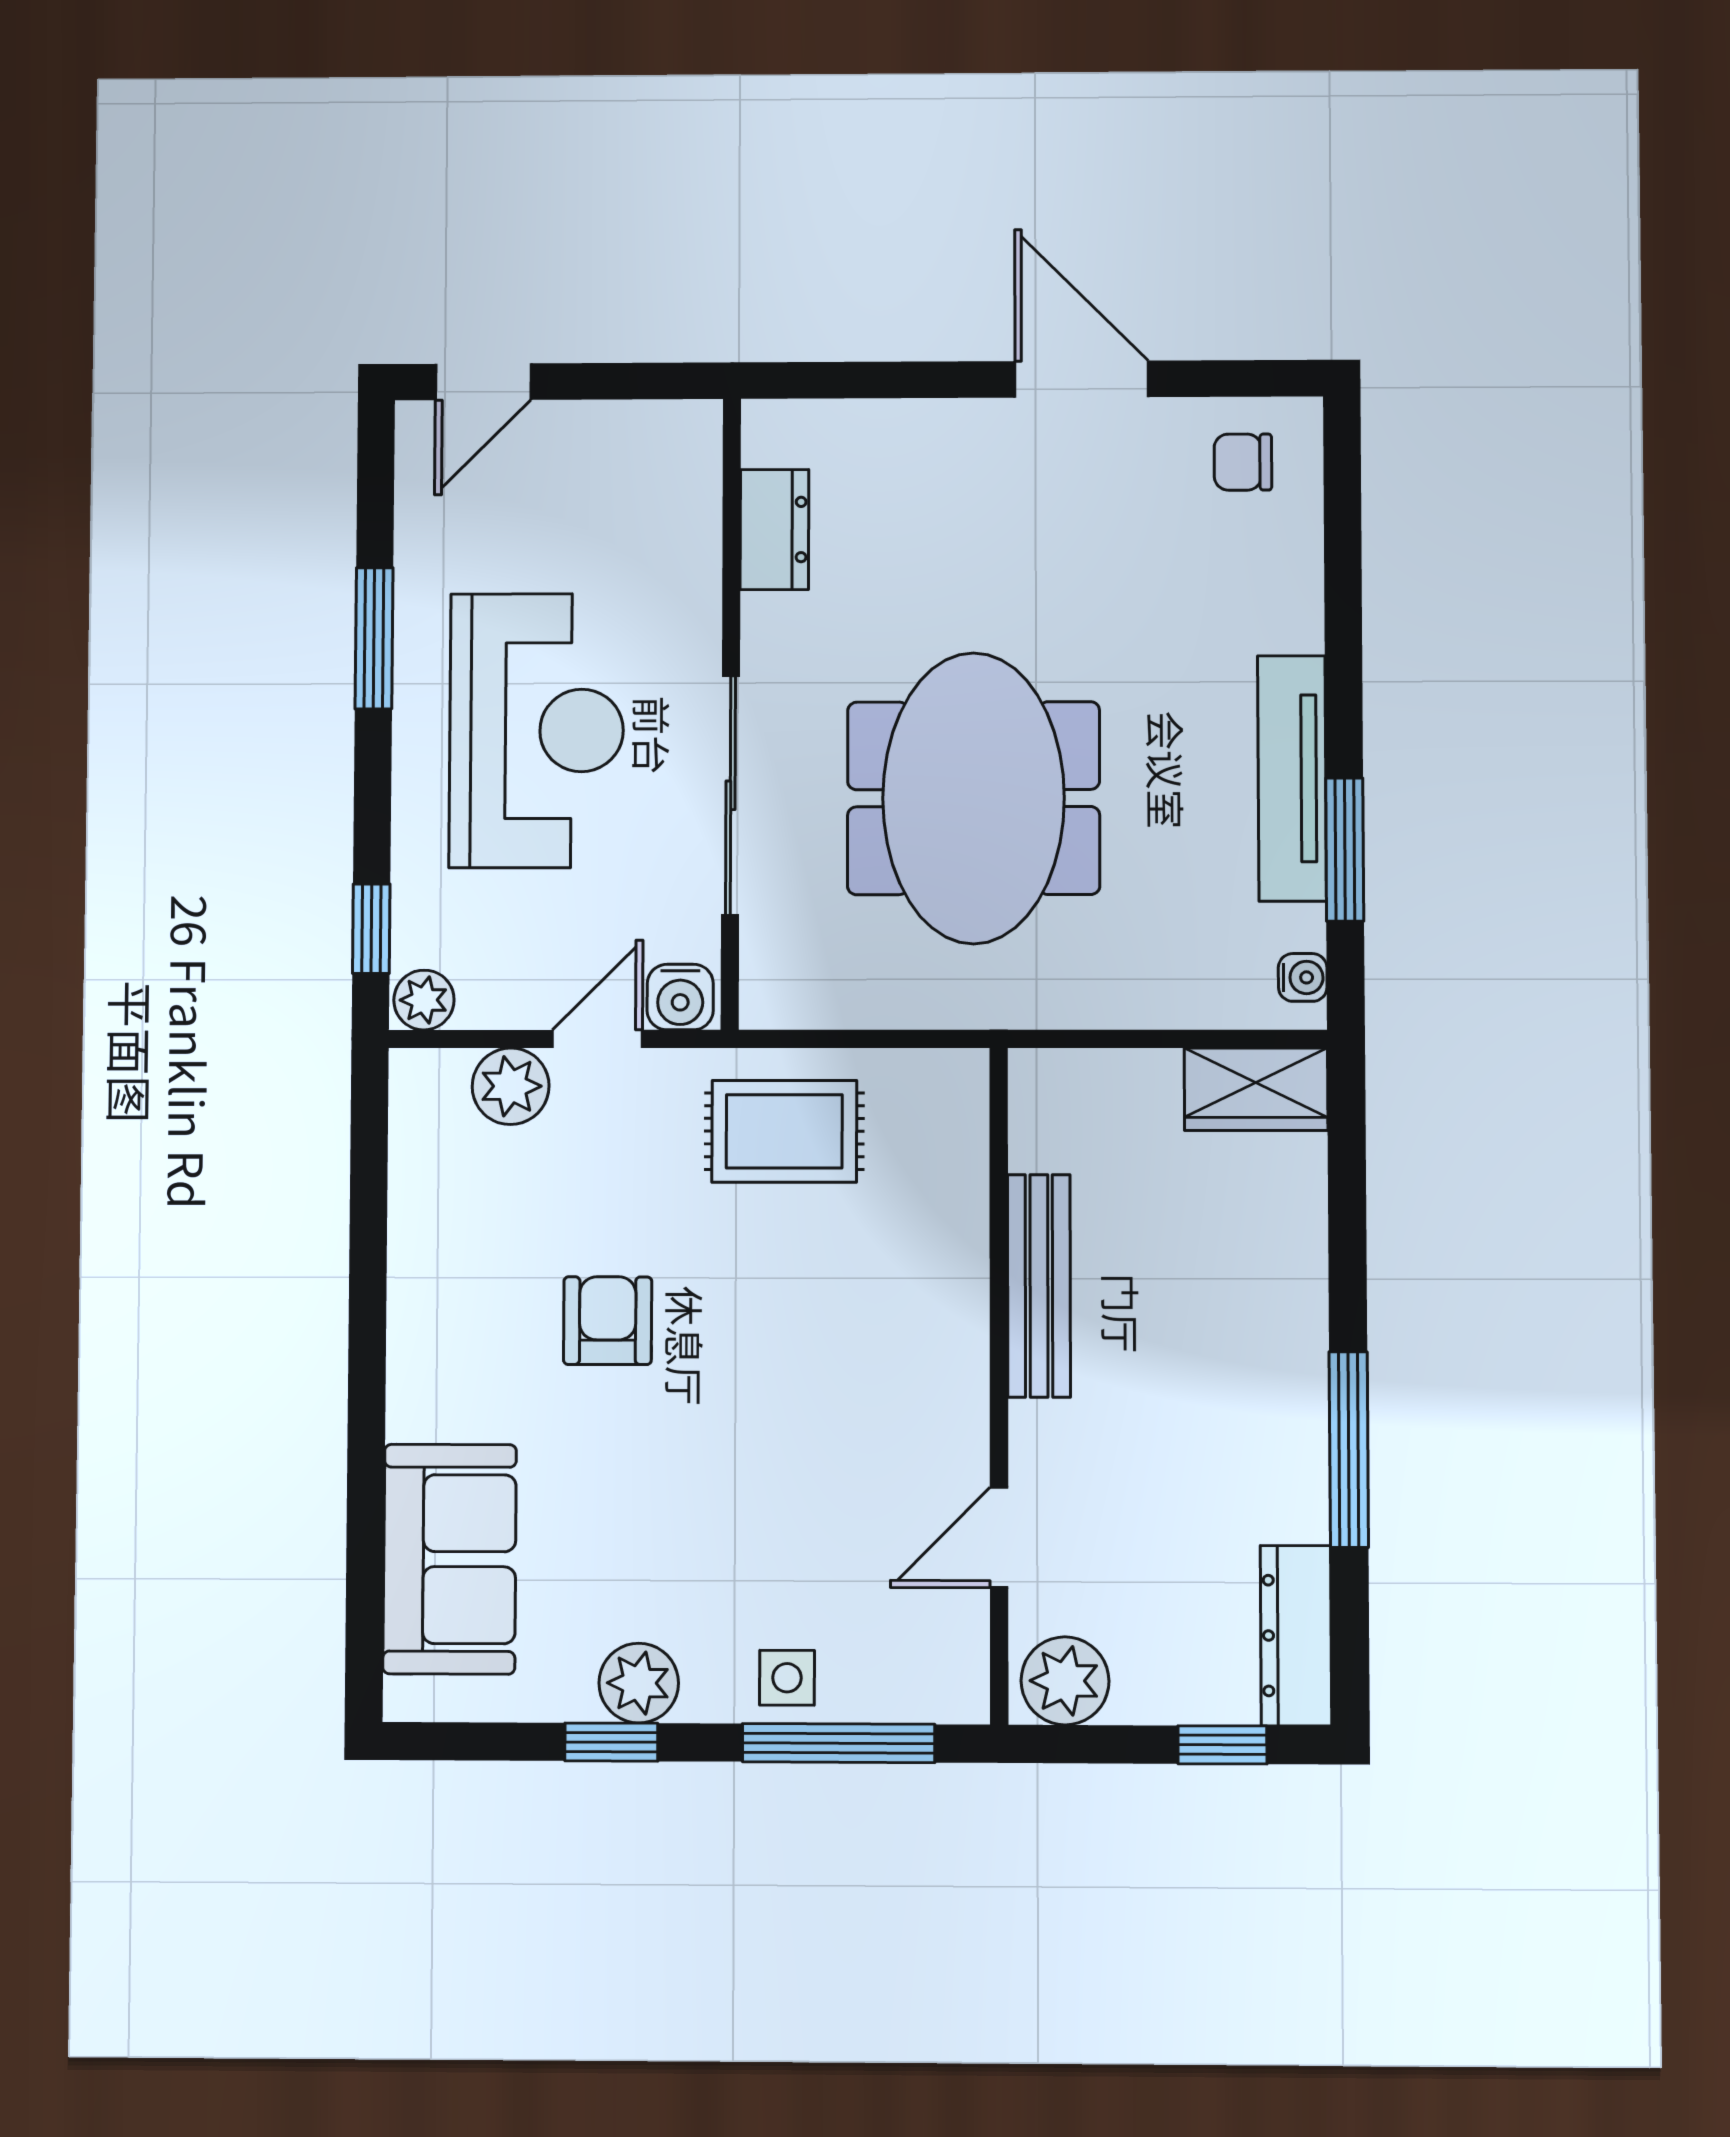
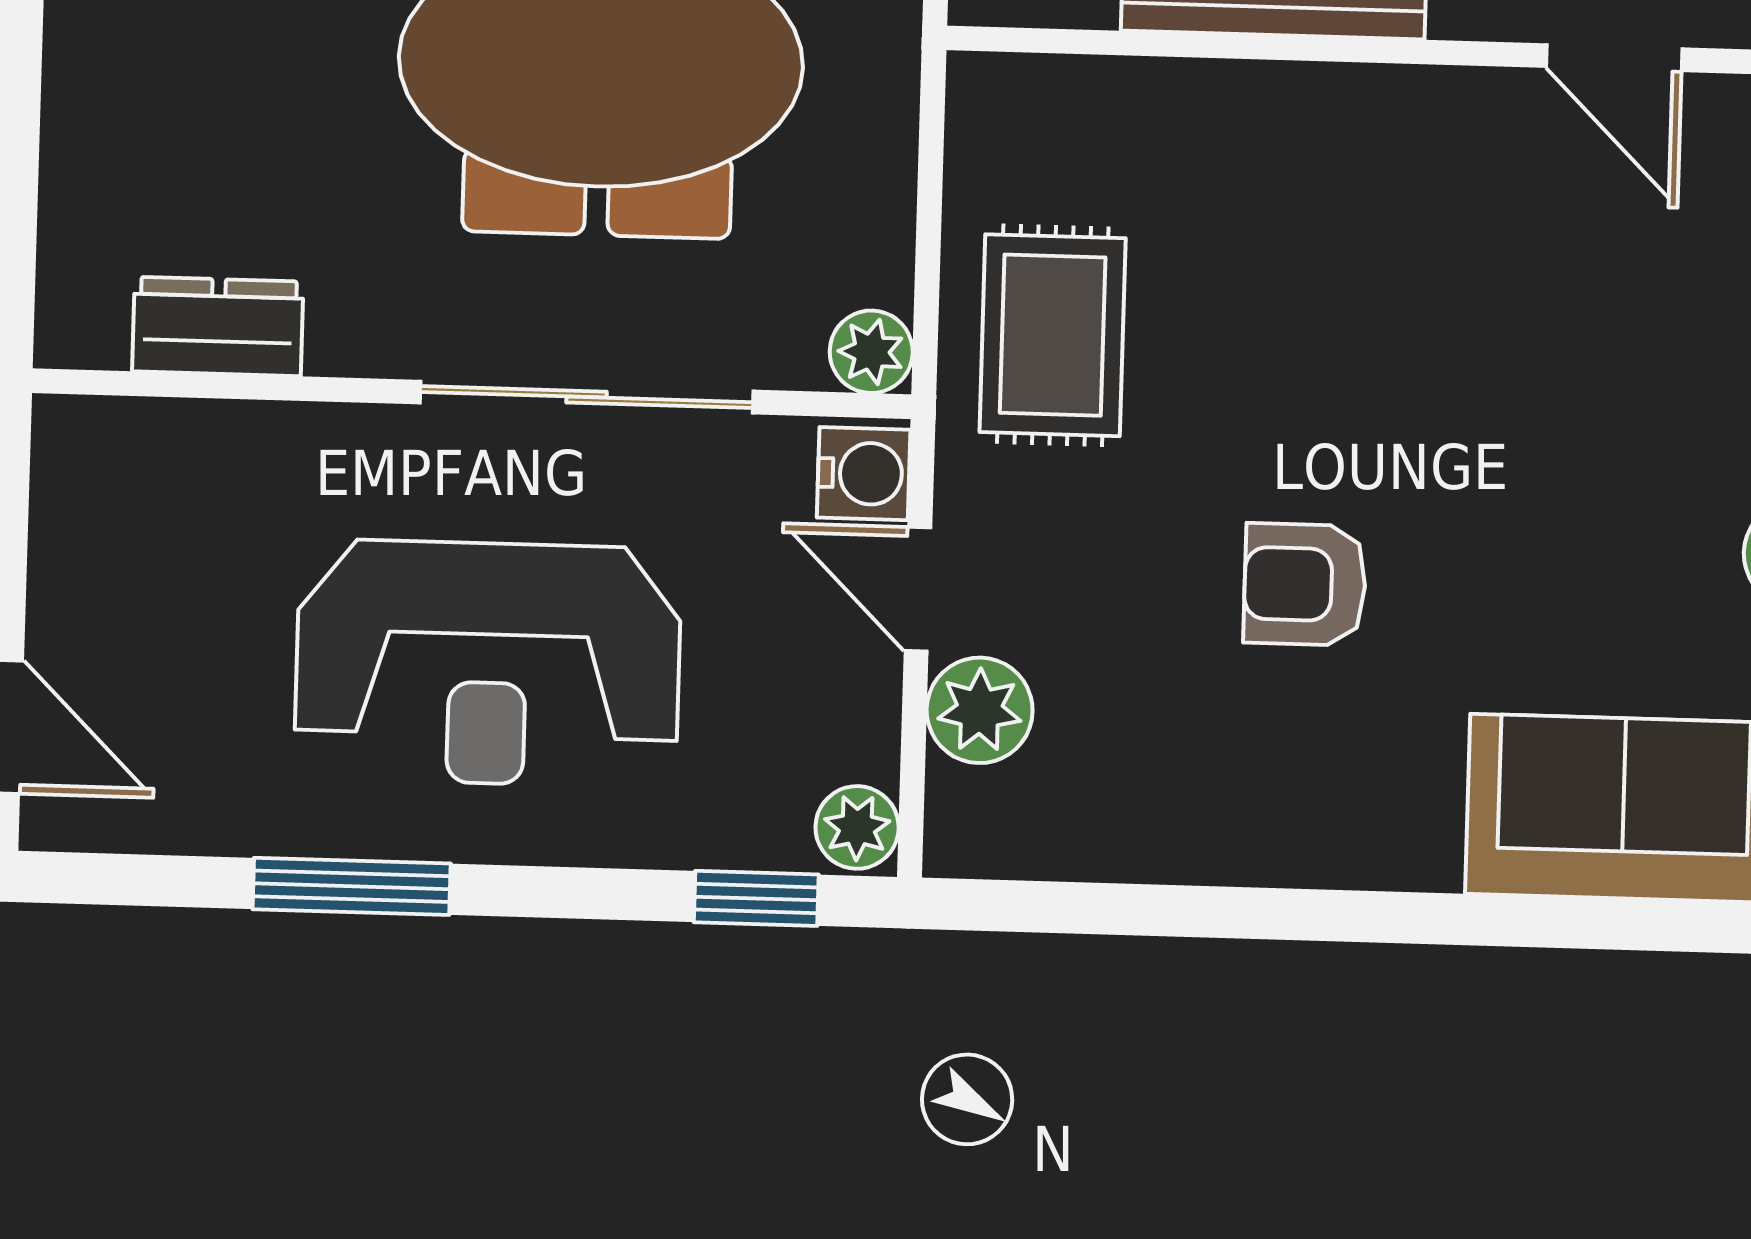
reception desk: (537, 731) -> (488, 663), turned 180
plant: (769, 1000) -> (871, 352), added

